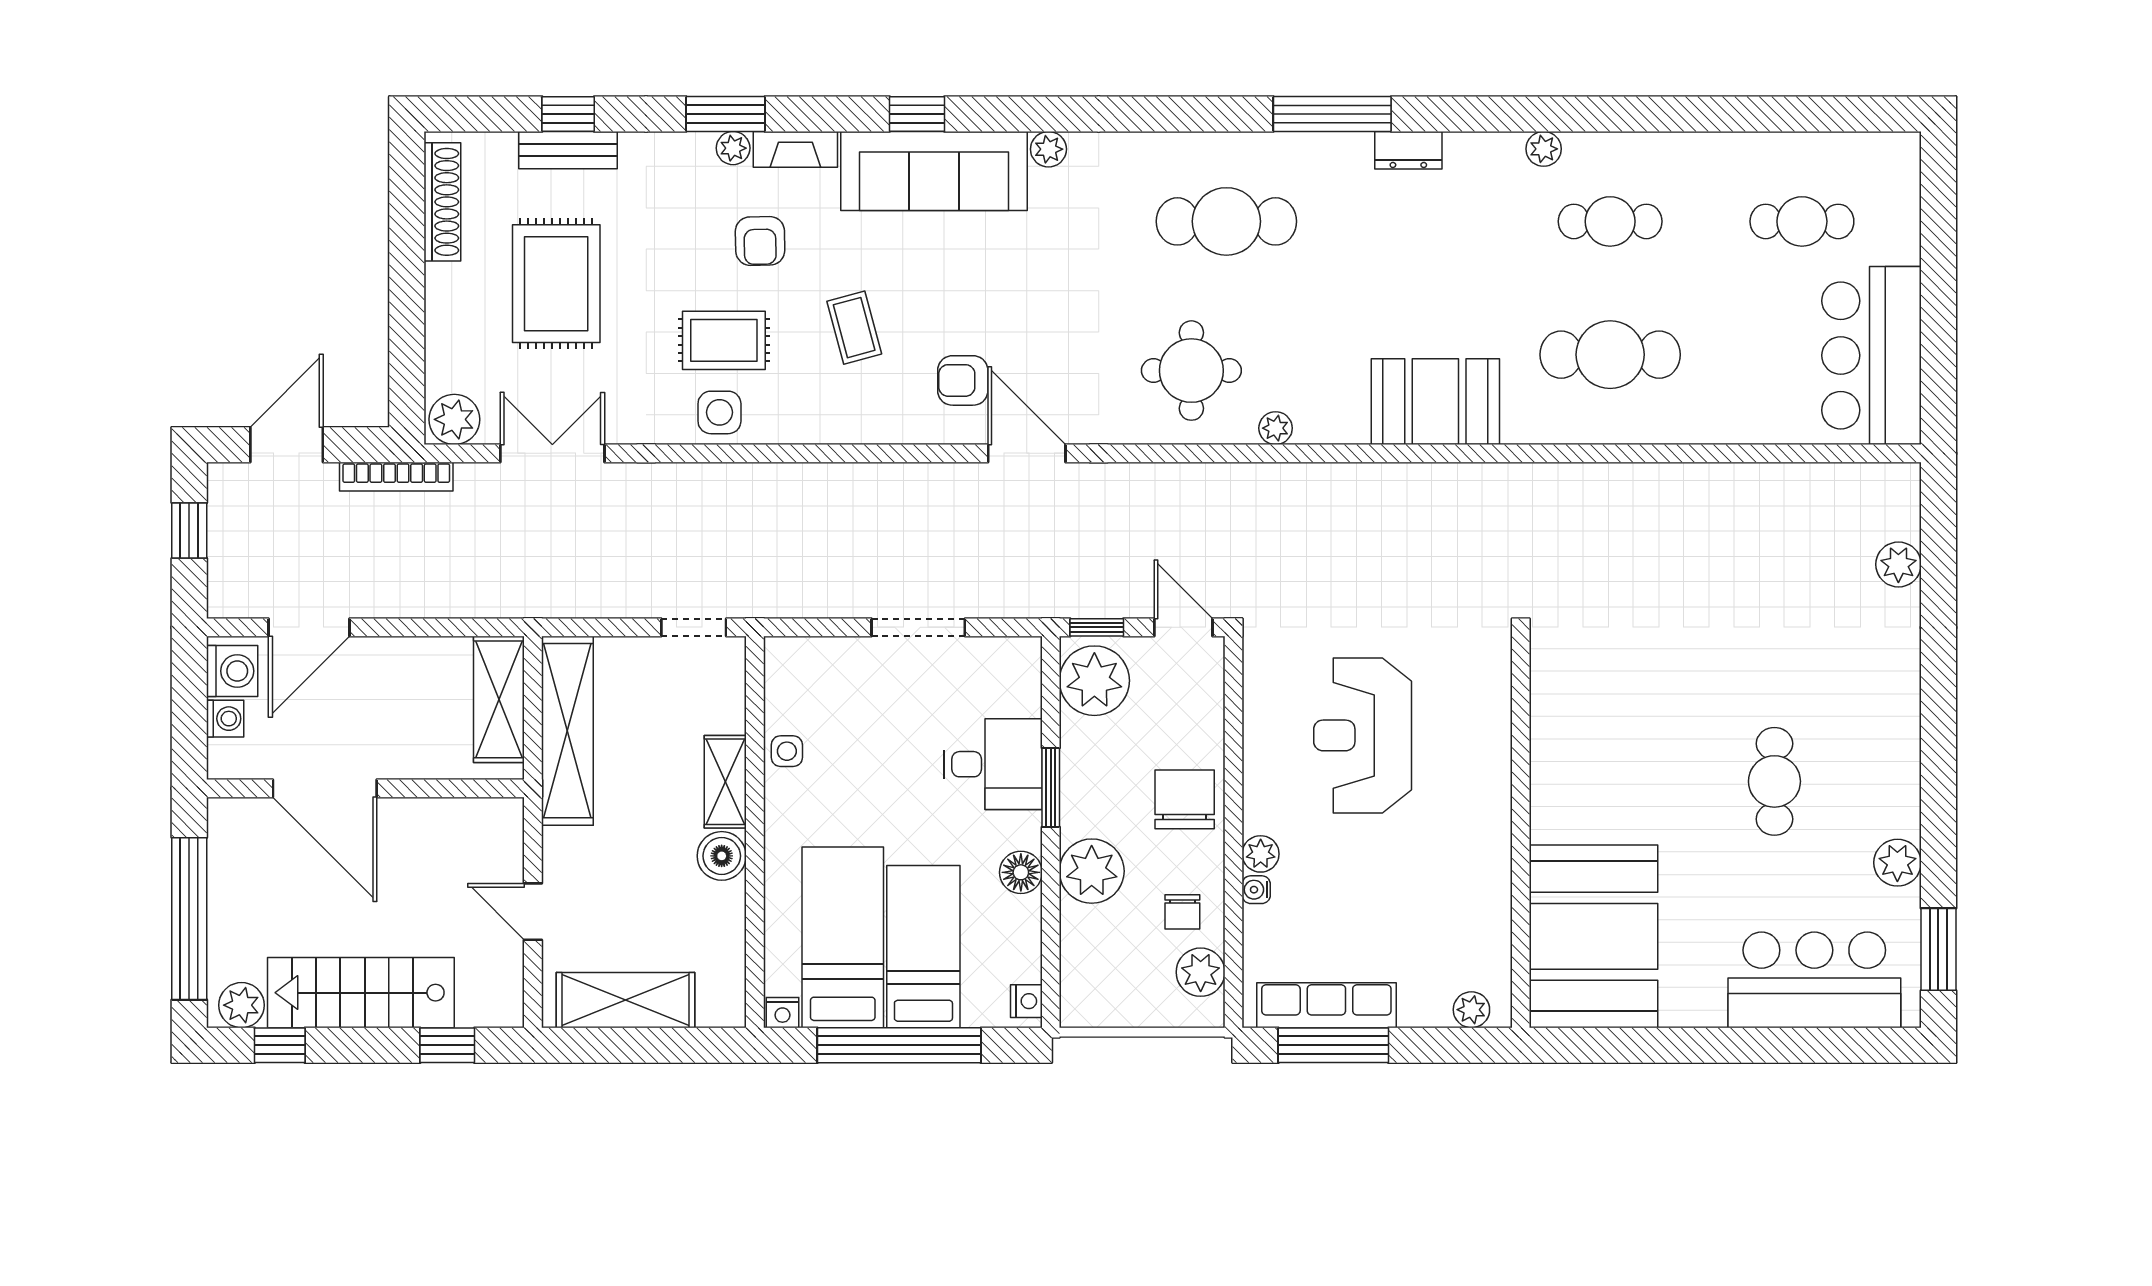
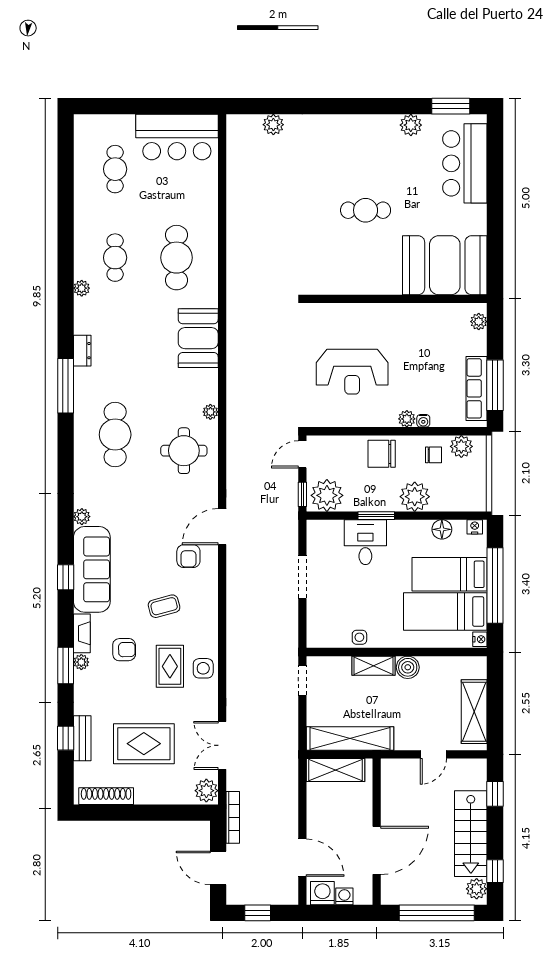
cafe table: (1774, 781) -> (366, 210), moved
floor lamp: (1021, 872) -> (442, 529), moved

